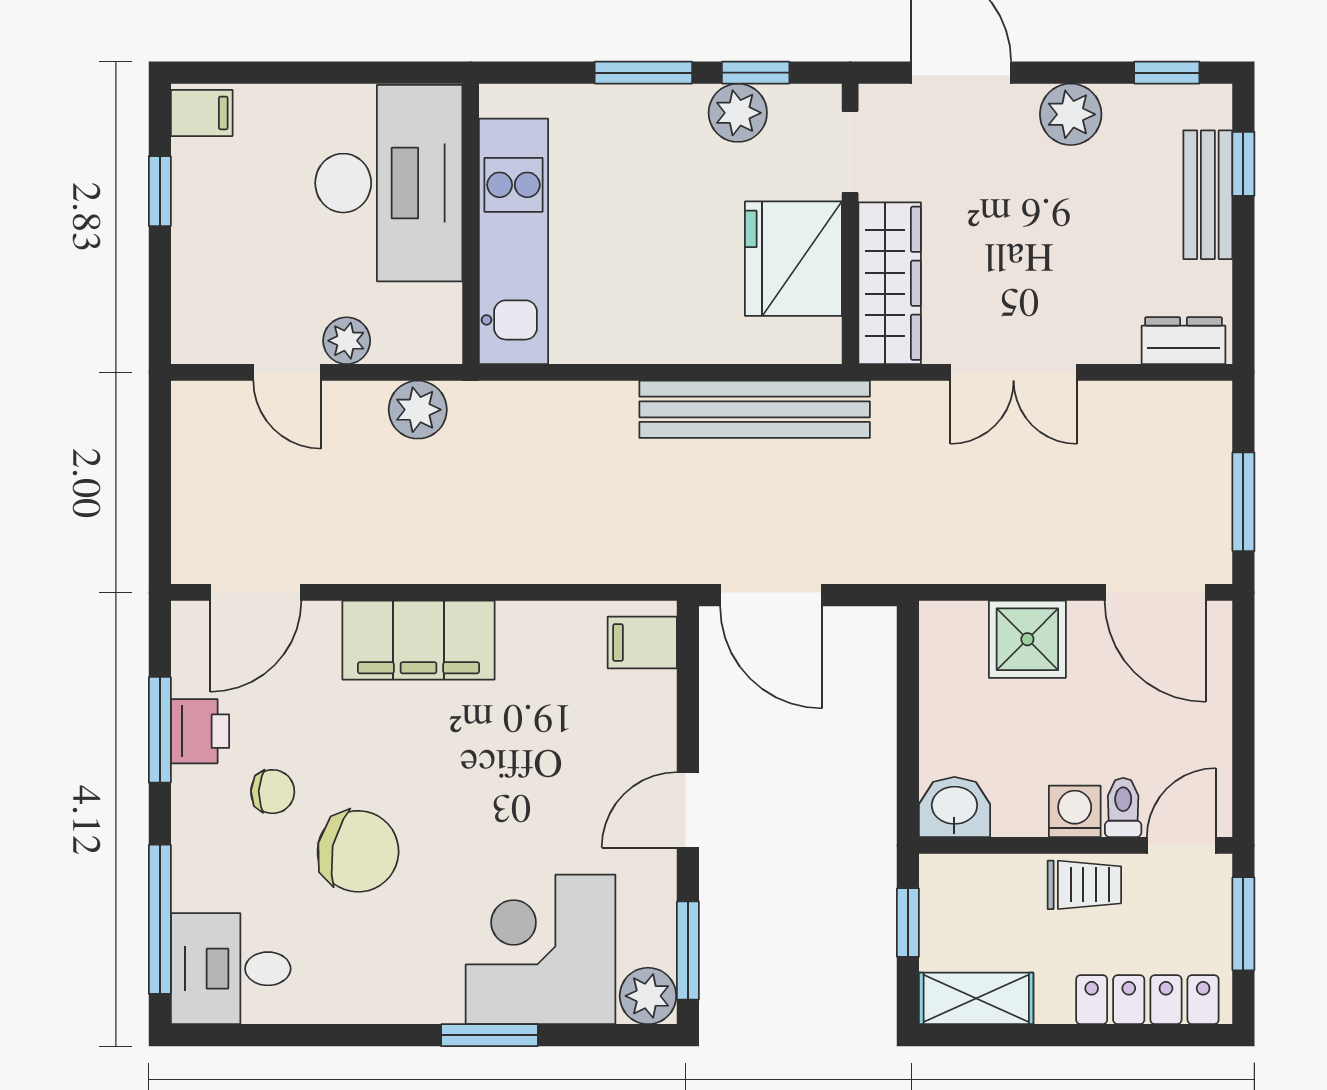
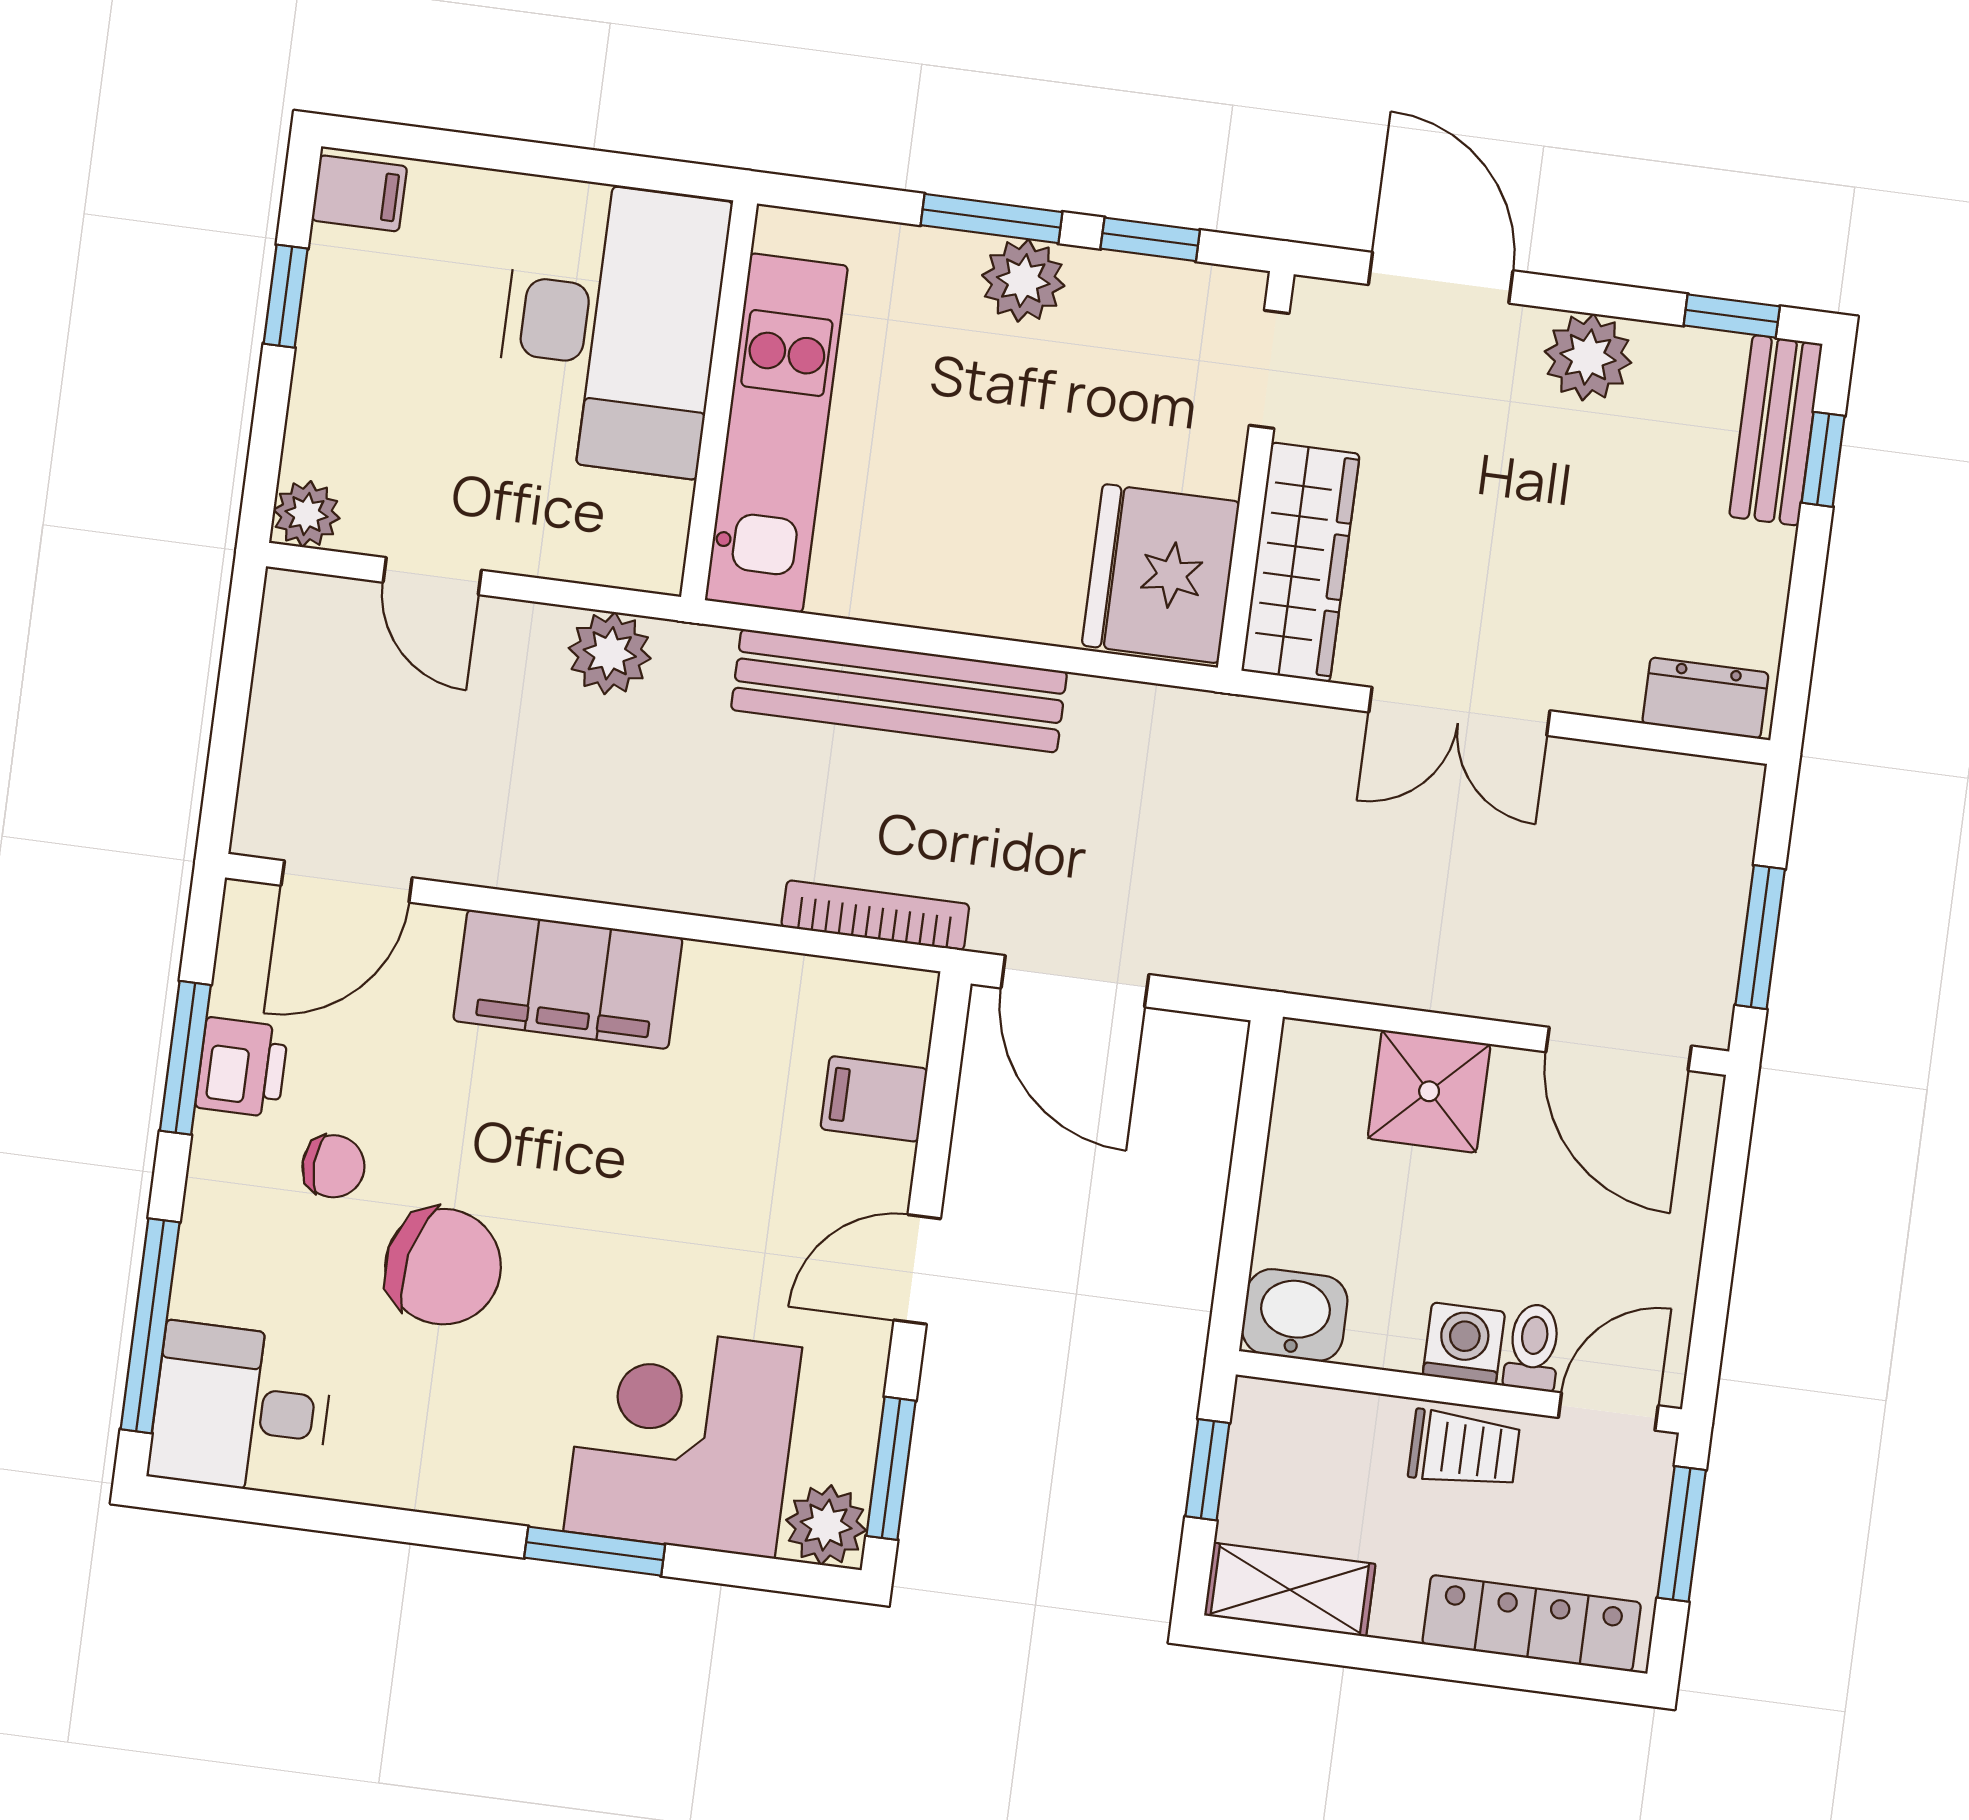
plant: (738, 113) -> (1023, 281), moved
bench: (1208, 195) -> (1776, 430), moved
fridge: (793, 259) -> (1161, 574), moved
plant: (347, 341) -> (306, 514), moved
bench: (755, 409) -> (899, 691), moved
bookcase: (626, 568) -> (875, 915), added
filing cabinet: (642, 642) -> (874, 1099), moved

